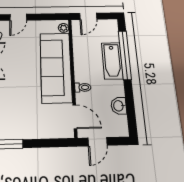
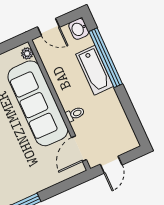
door: (88, 16) -> (49, 27), hinge flipped
washbasin: (119, 106) -> (79, 29), moved
door: (75, 117) -> (79, 149), swing flipped

